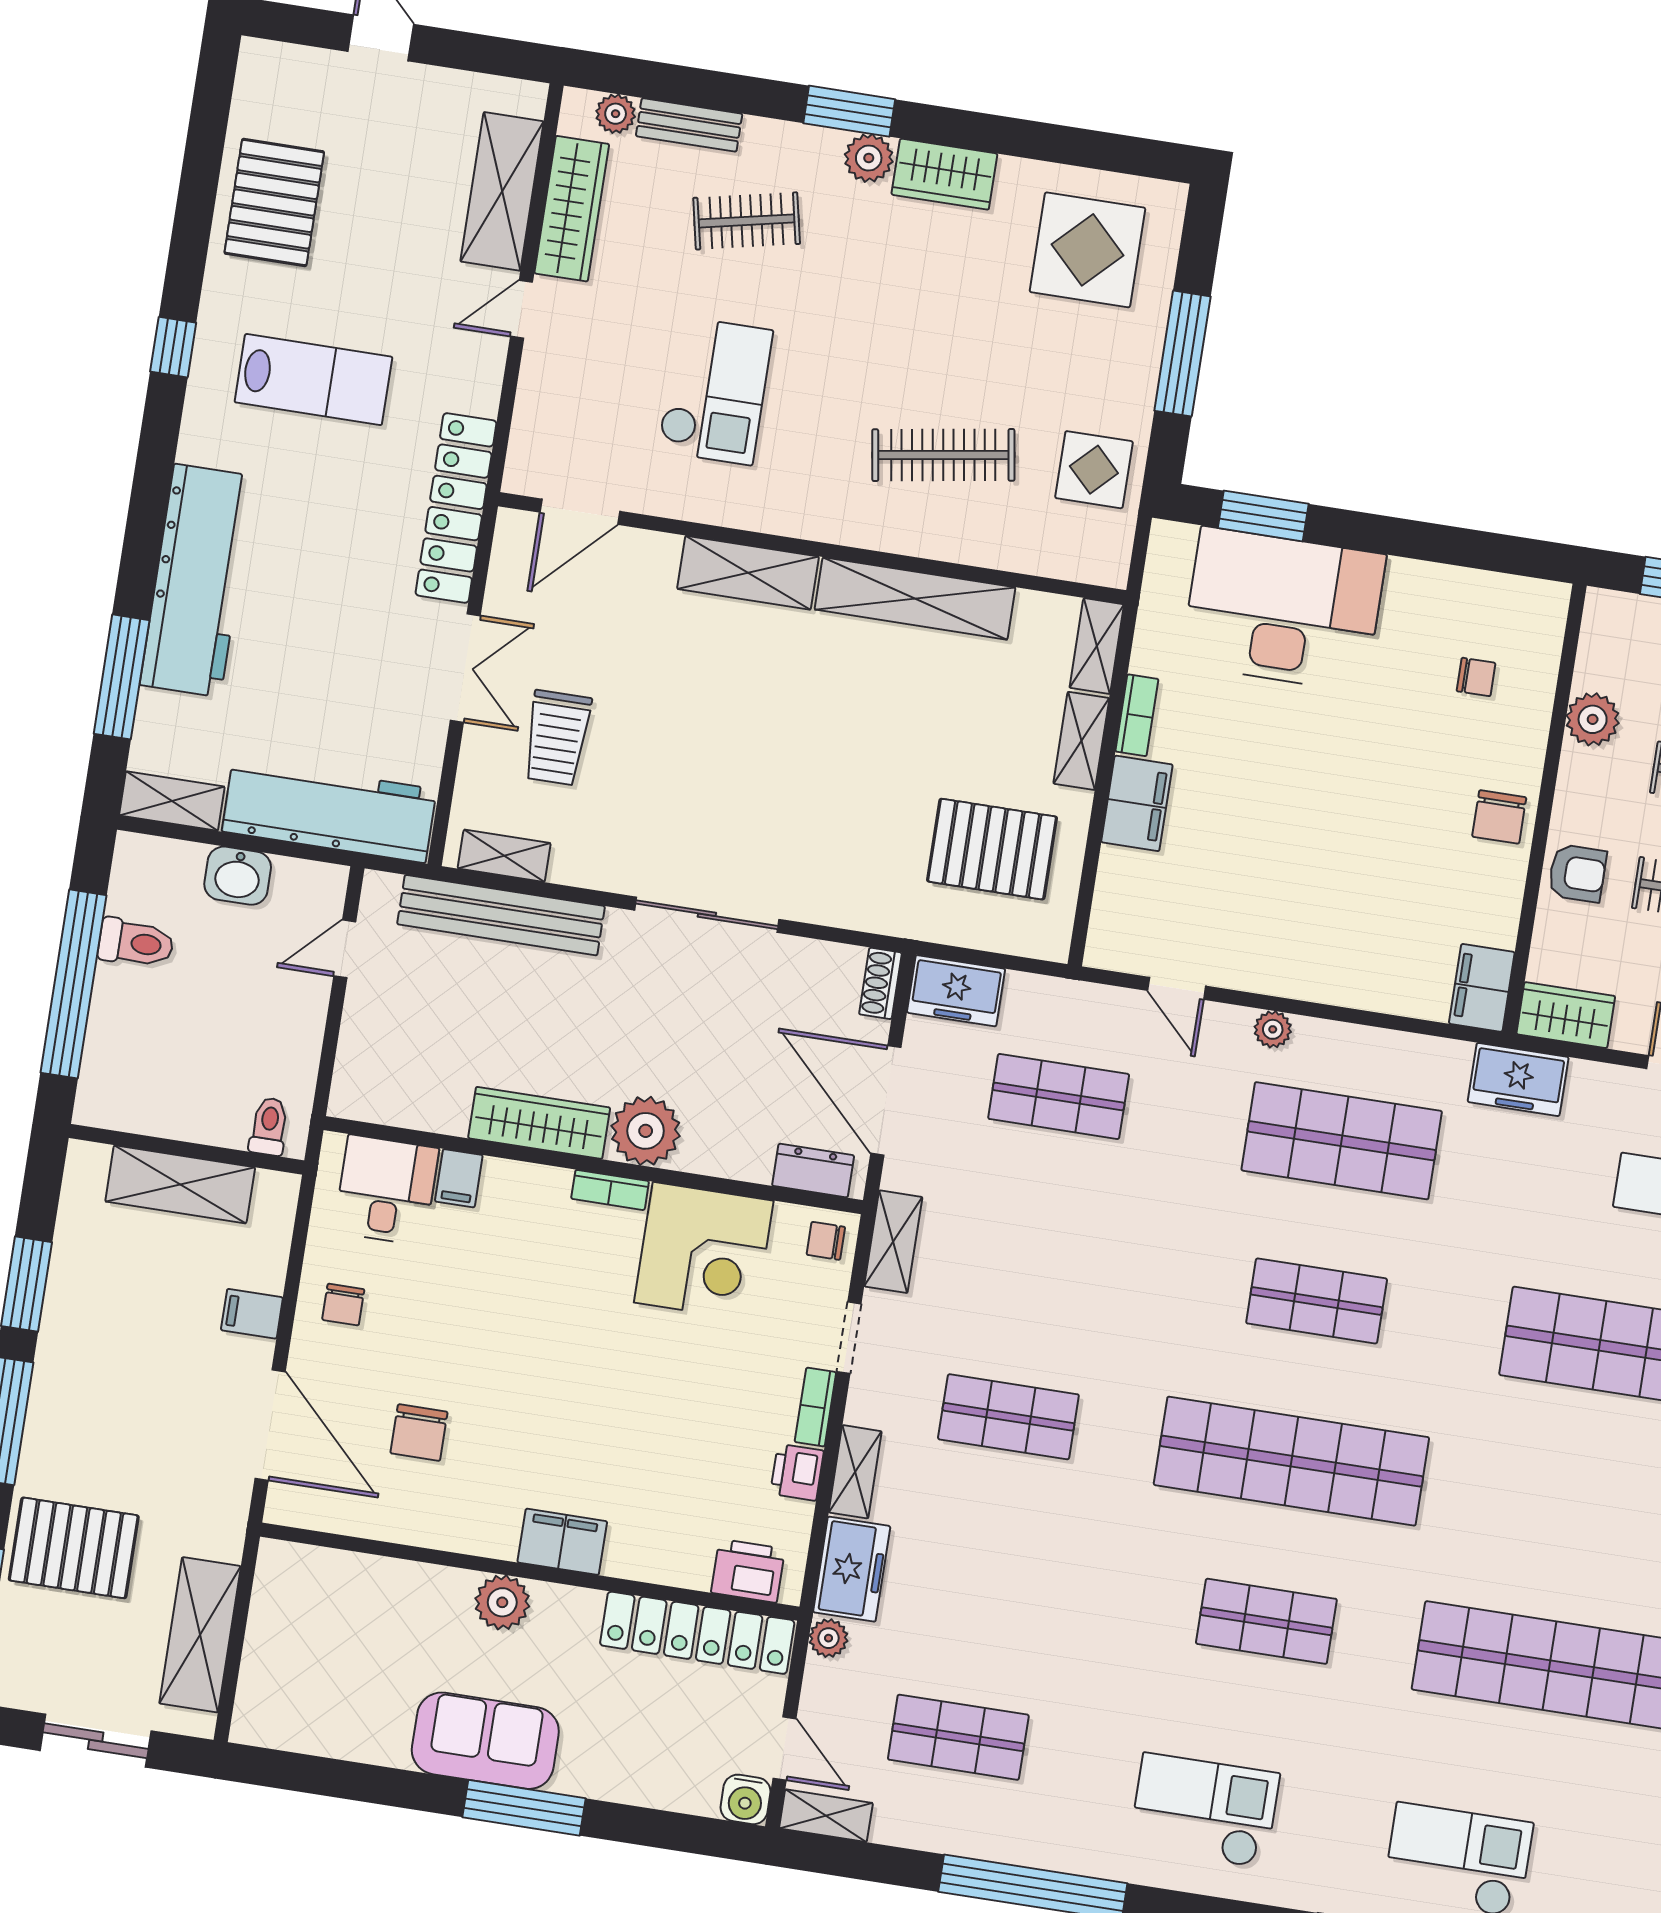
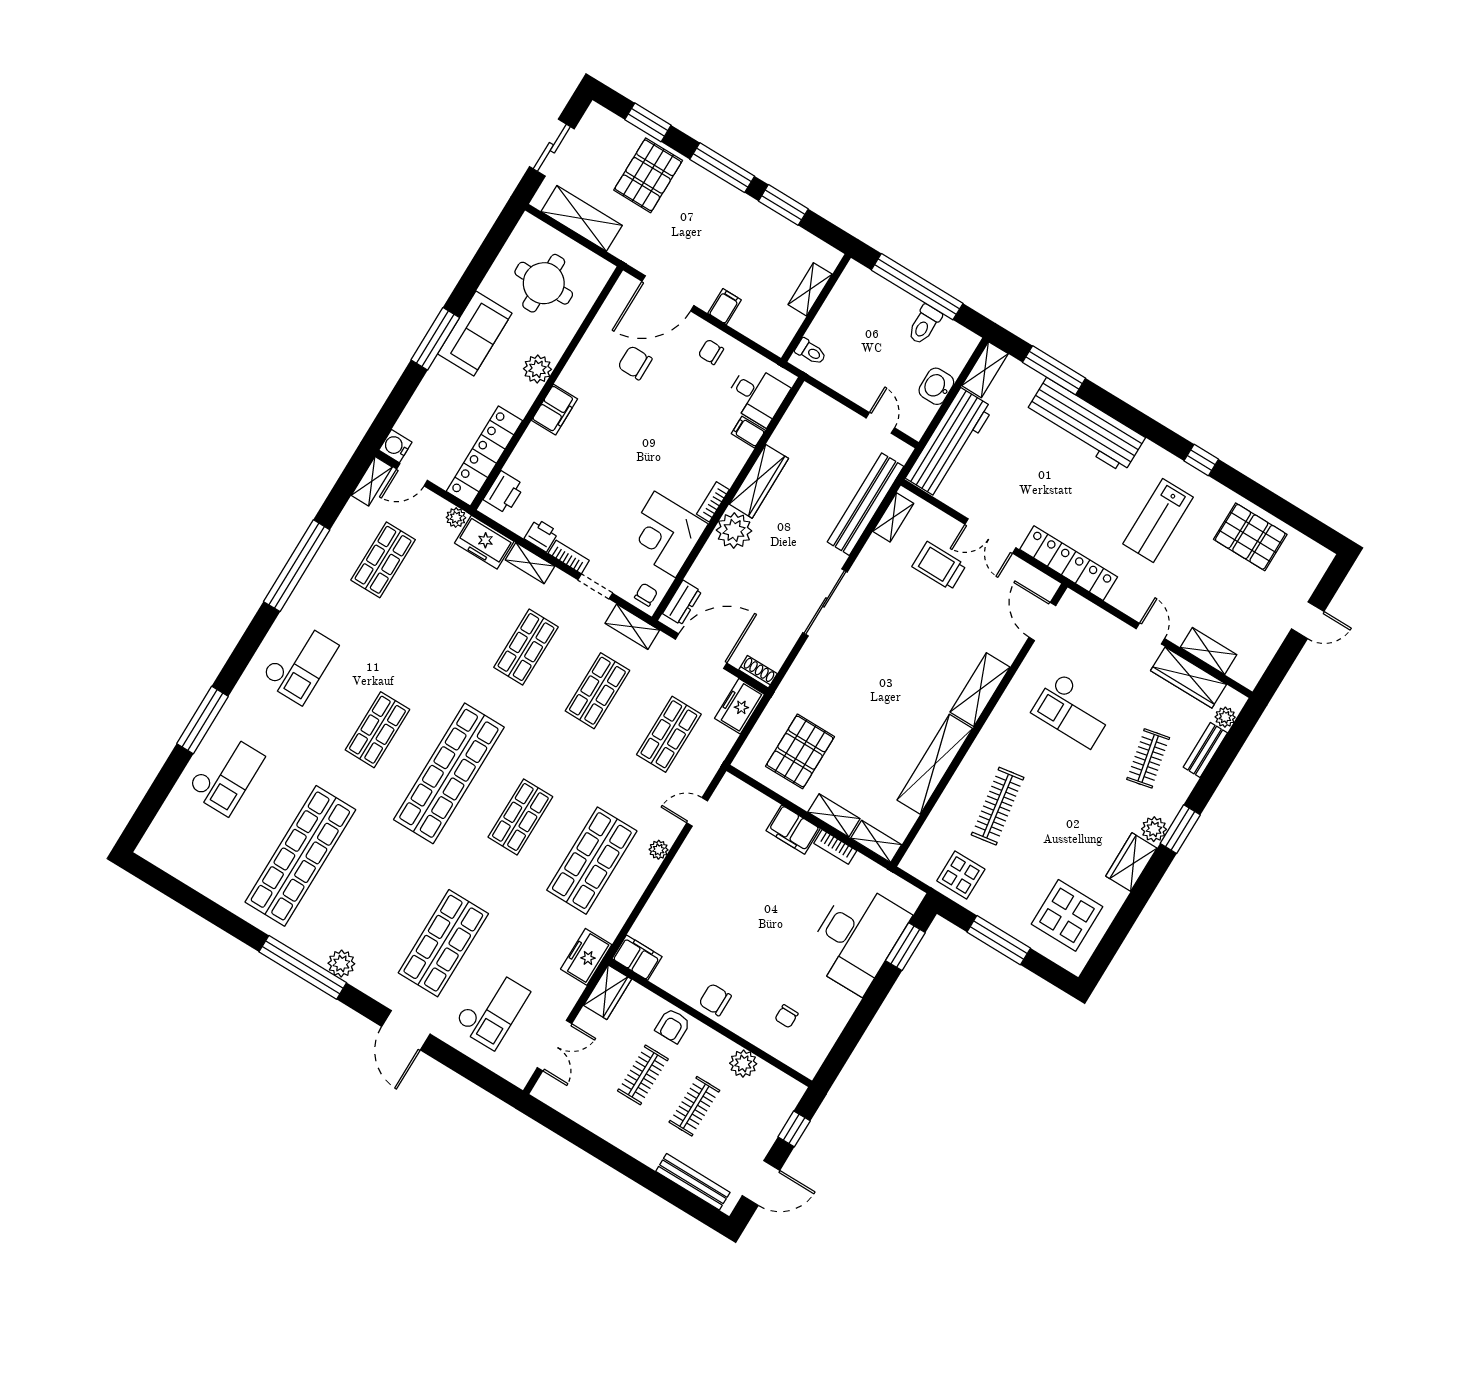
shelving: (502, 191) -> (1208, 651), width x0.67, depth x0.75
shelving: (180, 1184) -> (810, 289), width x0.67, depth x0.75
shop shelf: (1034, 1257) -> (597, 691), added
round table: (344, 1655) -> (544, 283), added

